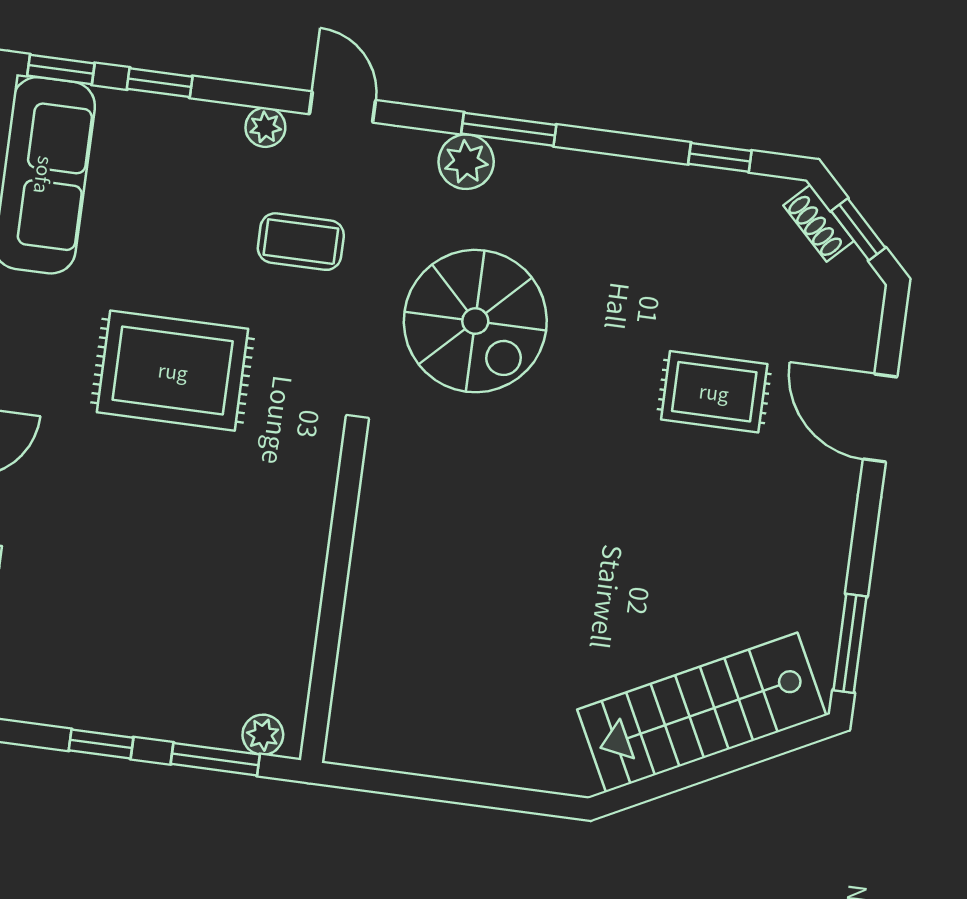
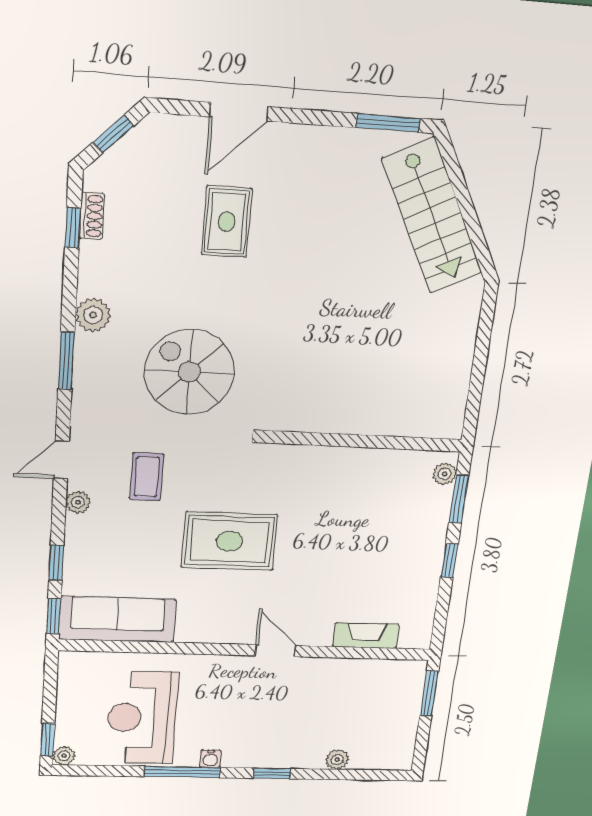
plant: (466, 162) -> (93, 315), moved
shoe rack: (819, 223) -> (92, 216), moved, turned -45
spiral stairs: (475, 321) -> (189, 372), turned -90
rug: (173, 371) -> (229, 541), turned 90

